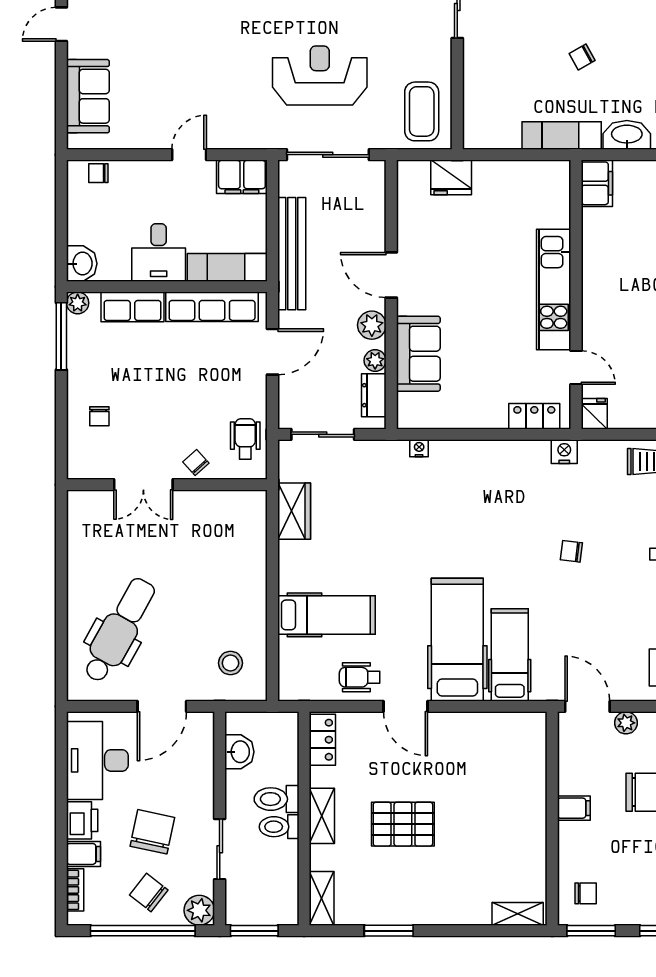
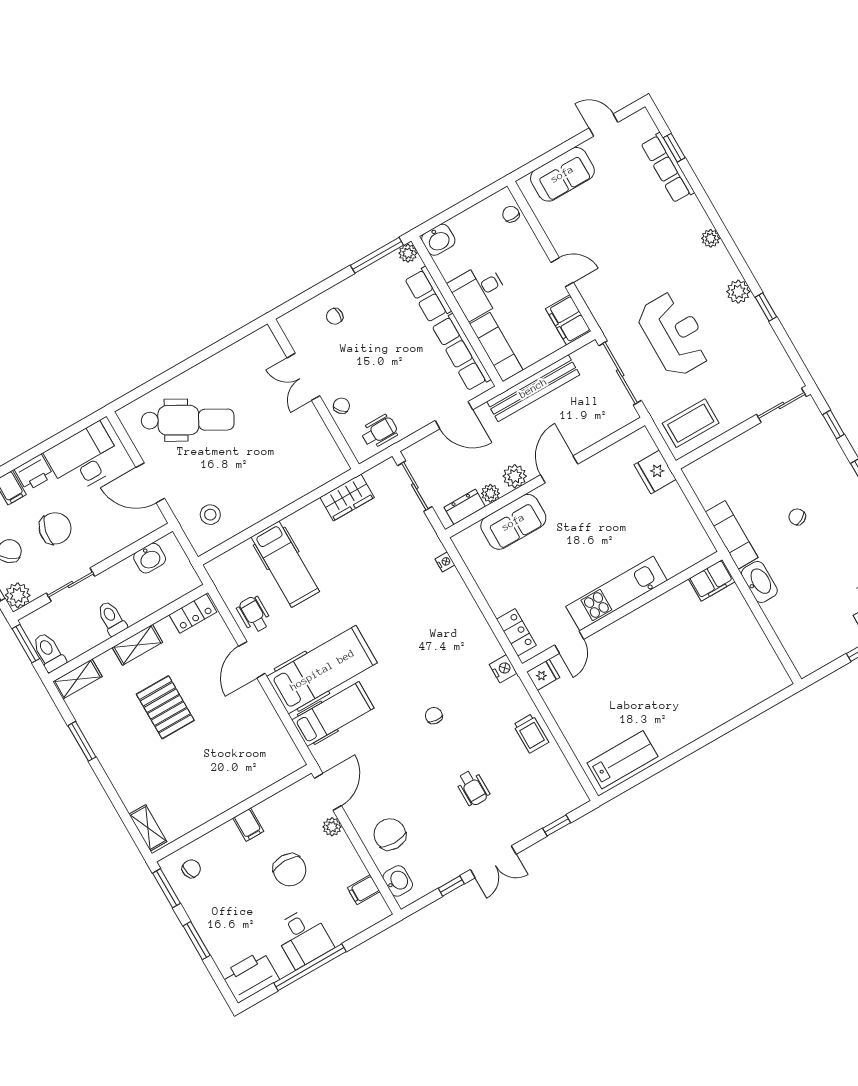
toilet: (277, 799) -> (49, 652), moved
chair: (586, 893) -> (191, 869), turned -105

